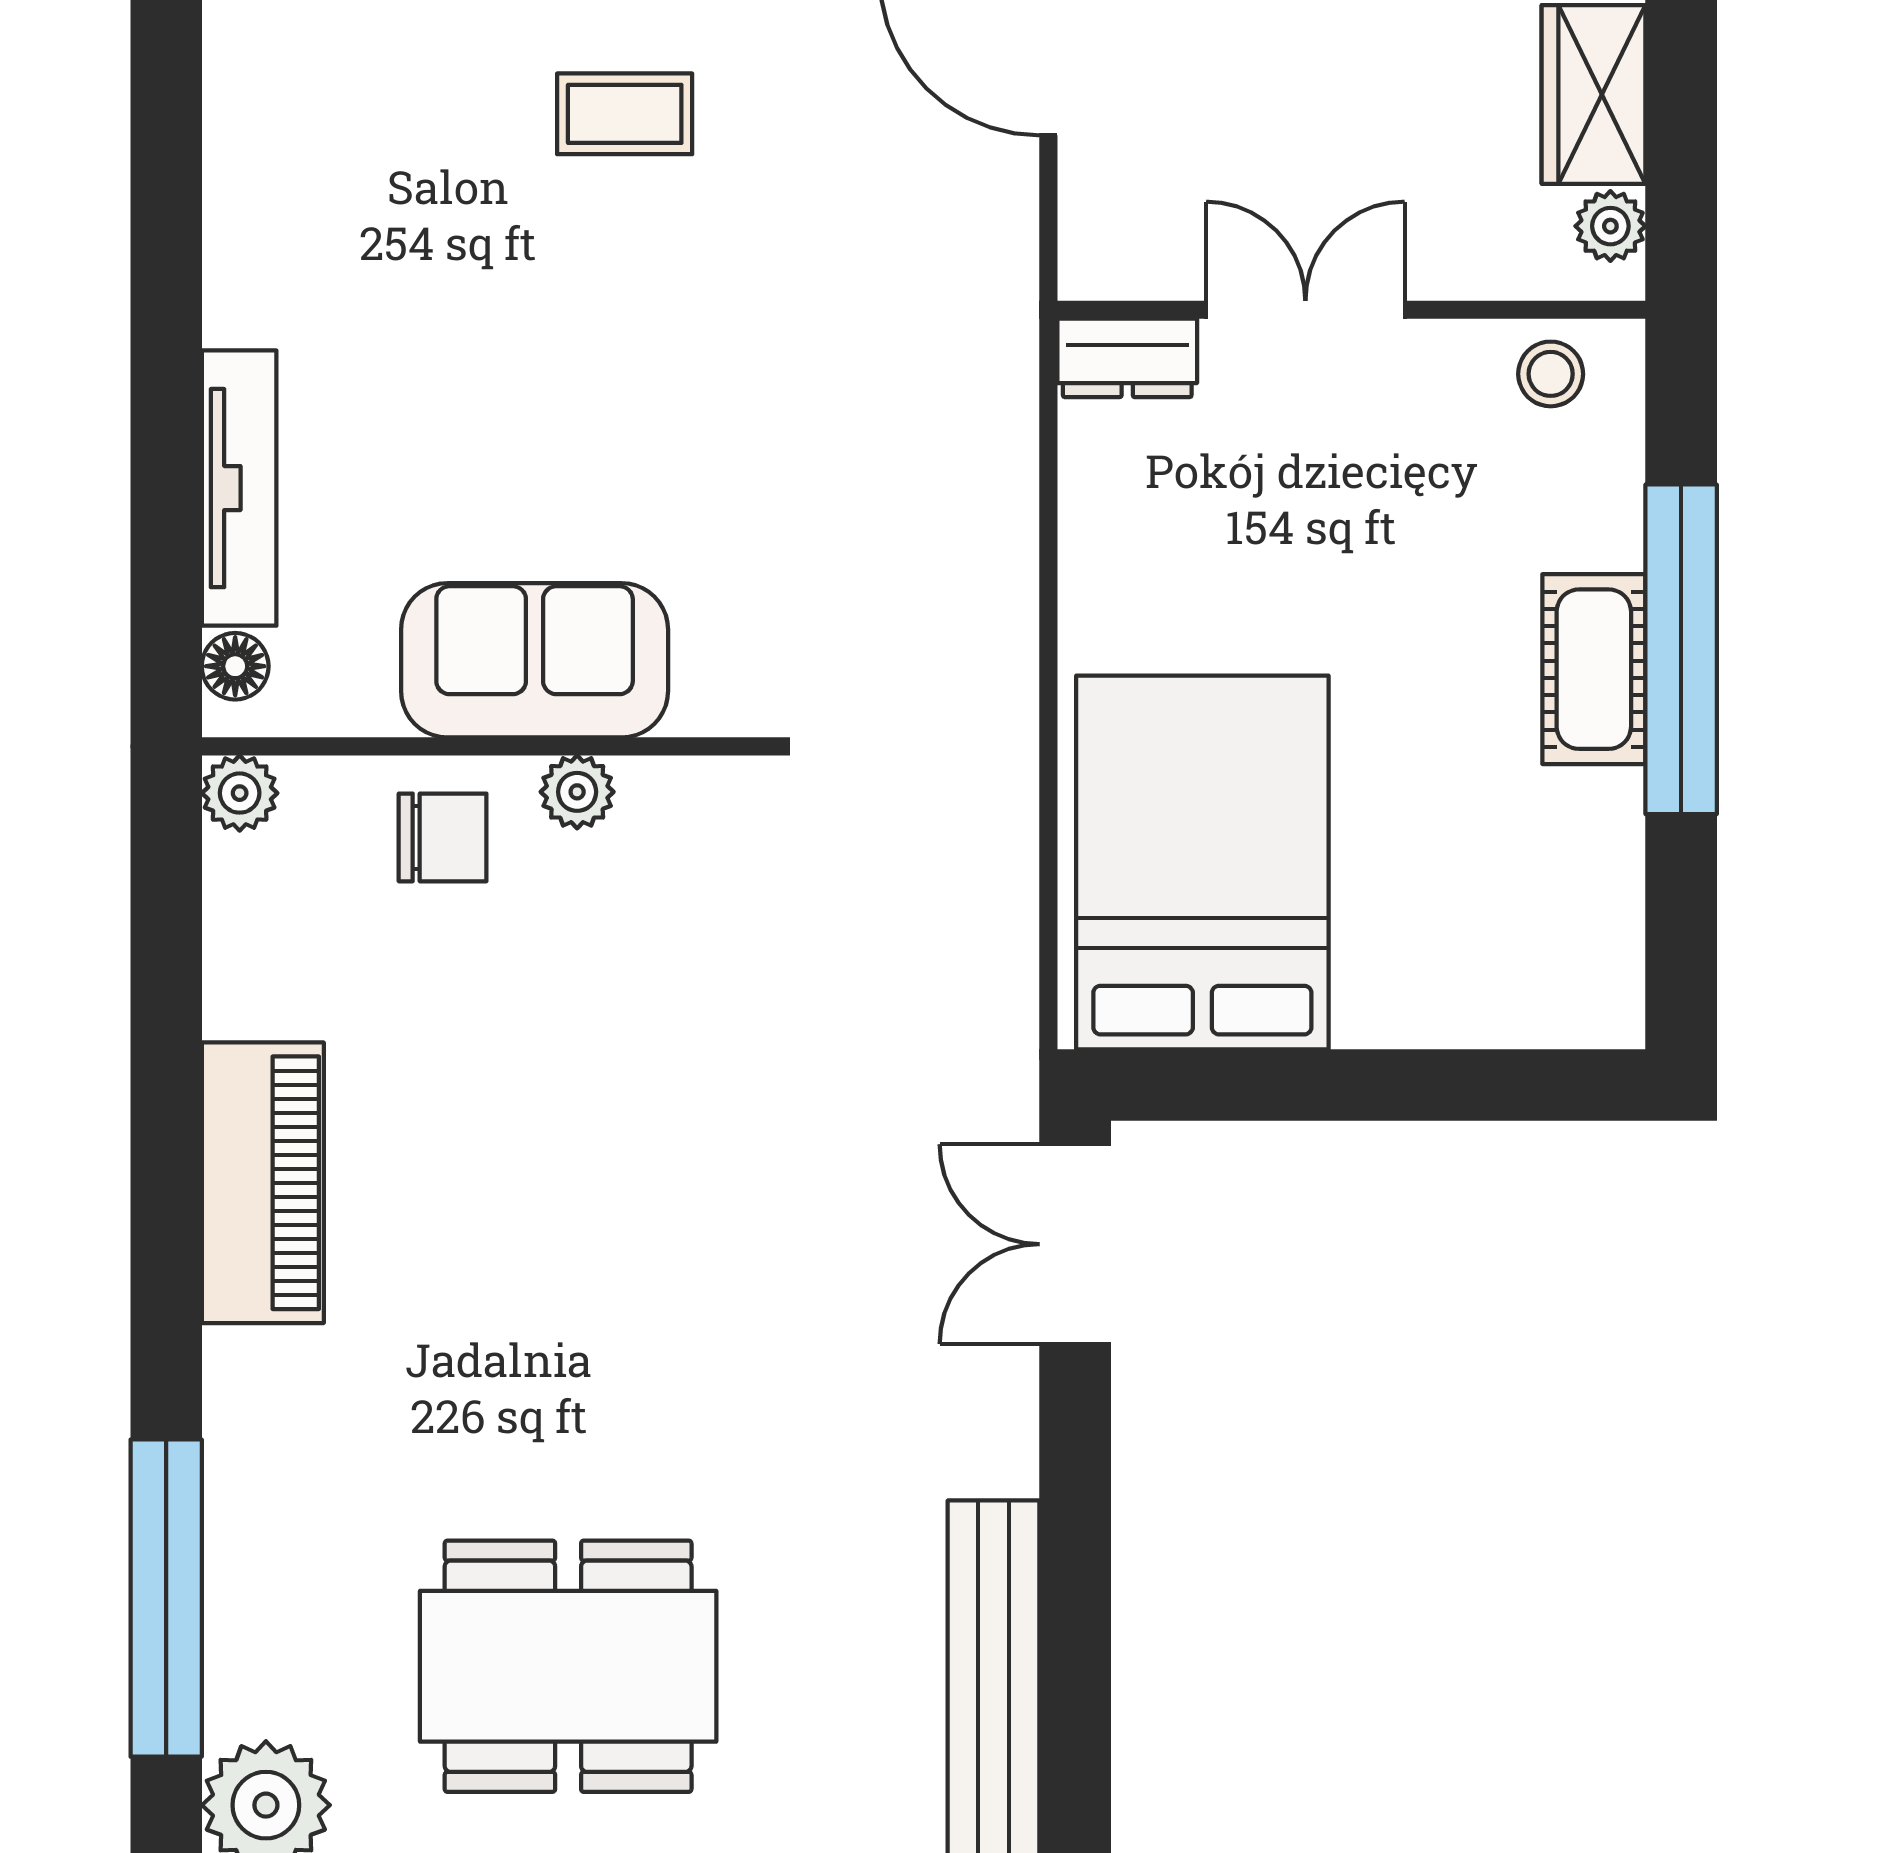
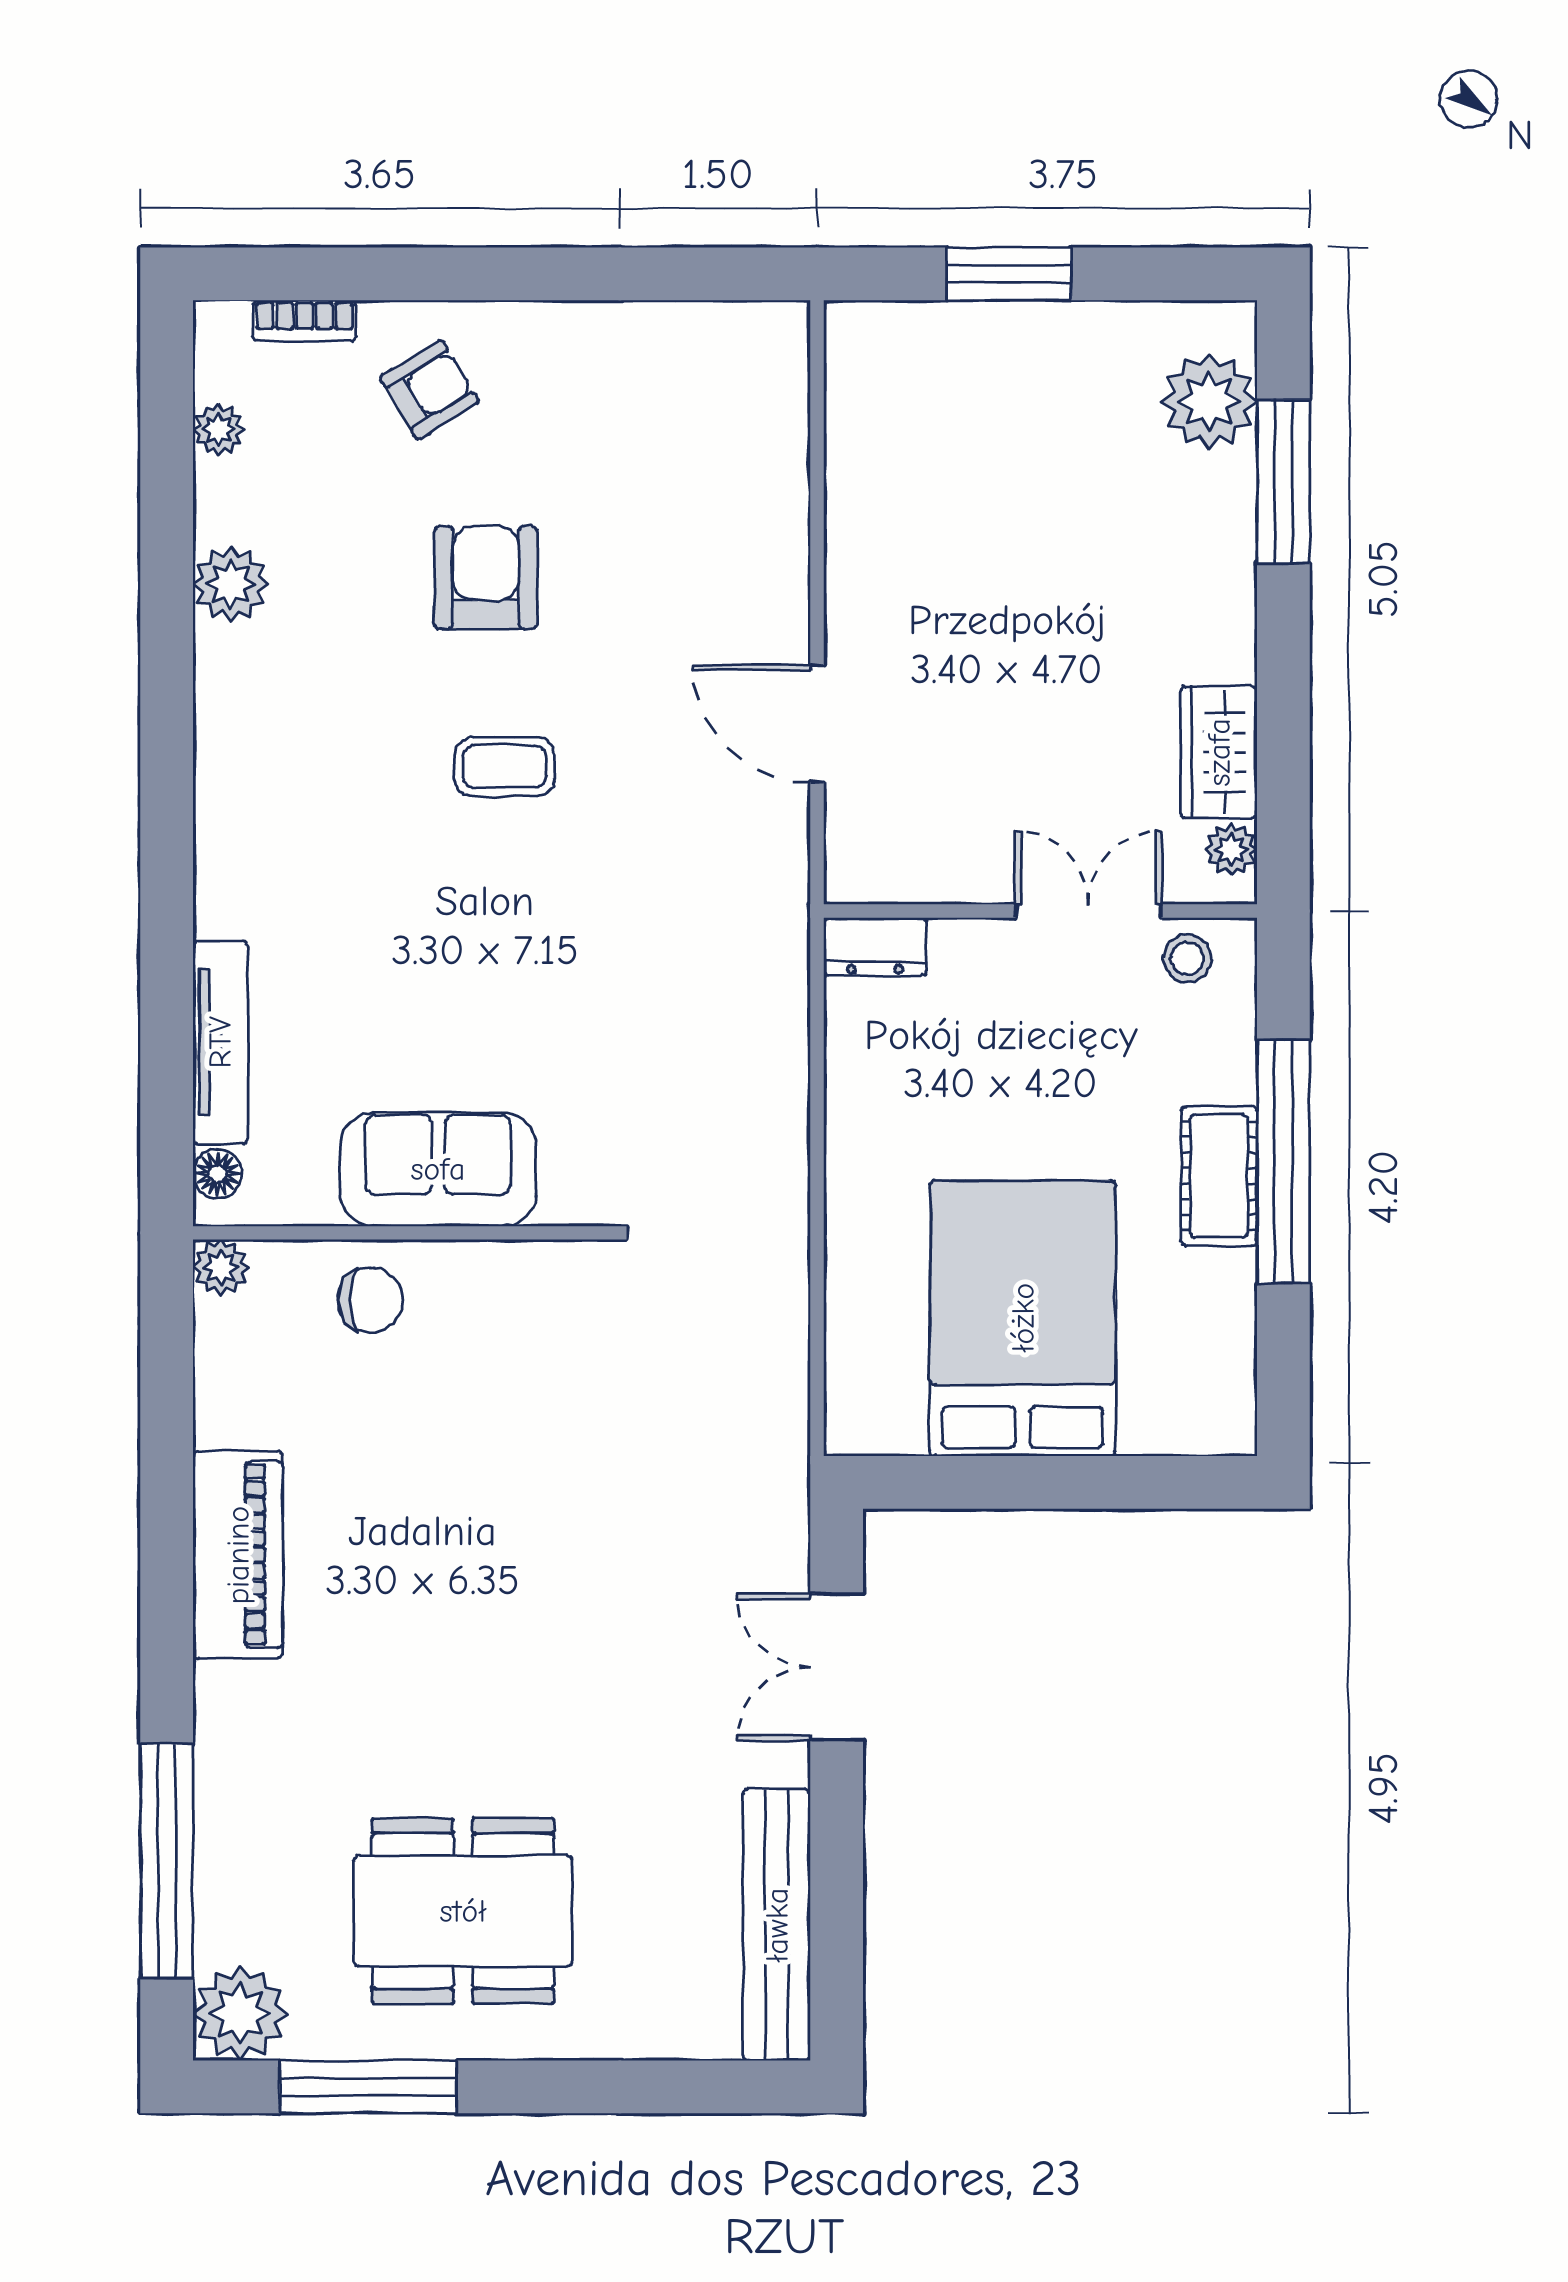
double door: (1305, 310) -> (1088, 911), moved
plant: (577, 792) -> (470, 1266), removed
bed: (1202, 862) -> (1023, 1318), moved
double door: (1075, 1244) -> (837, 1667), moved

